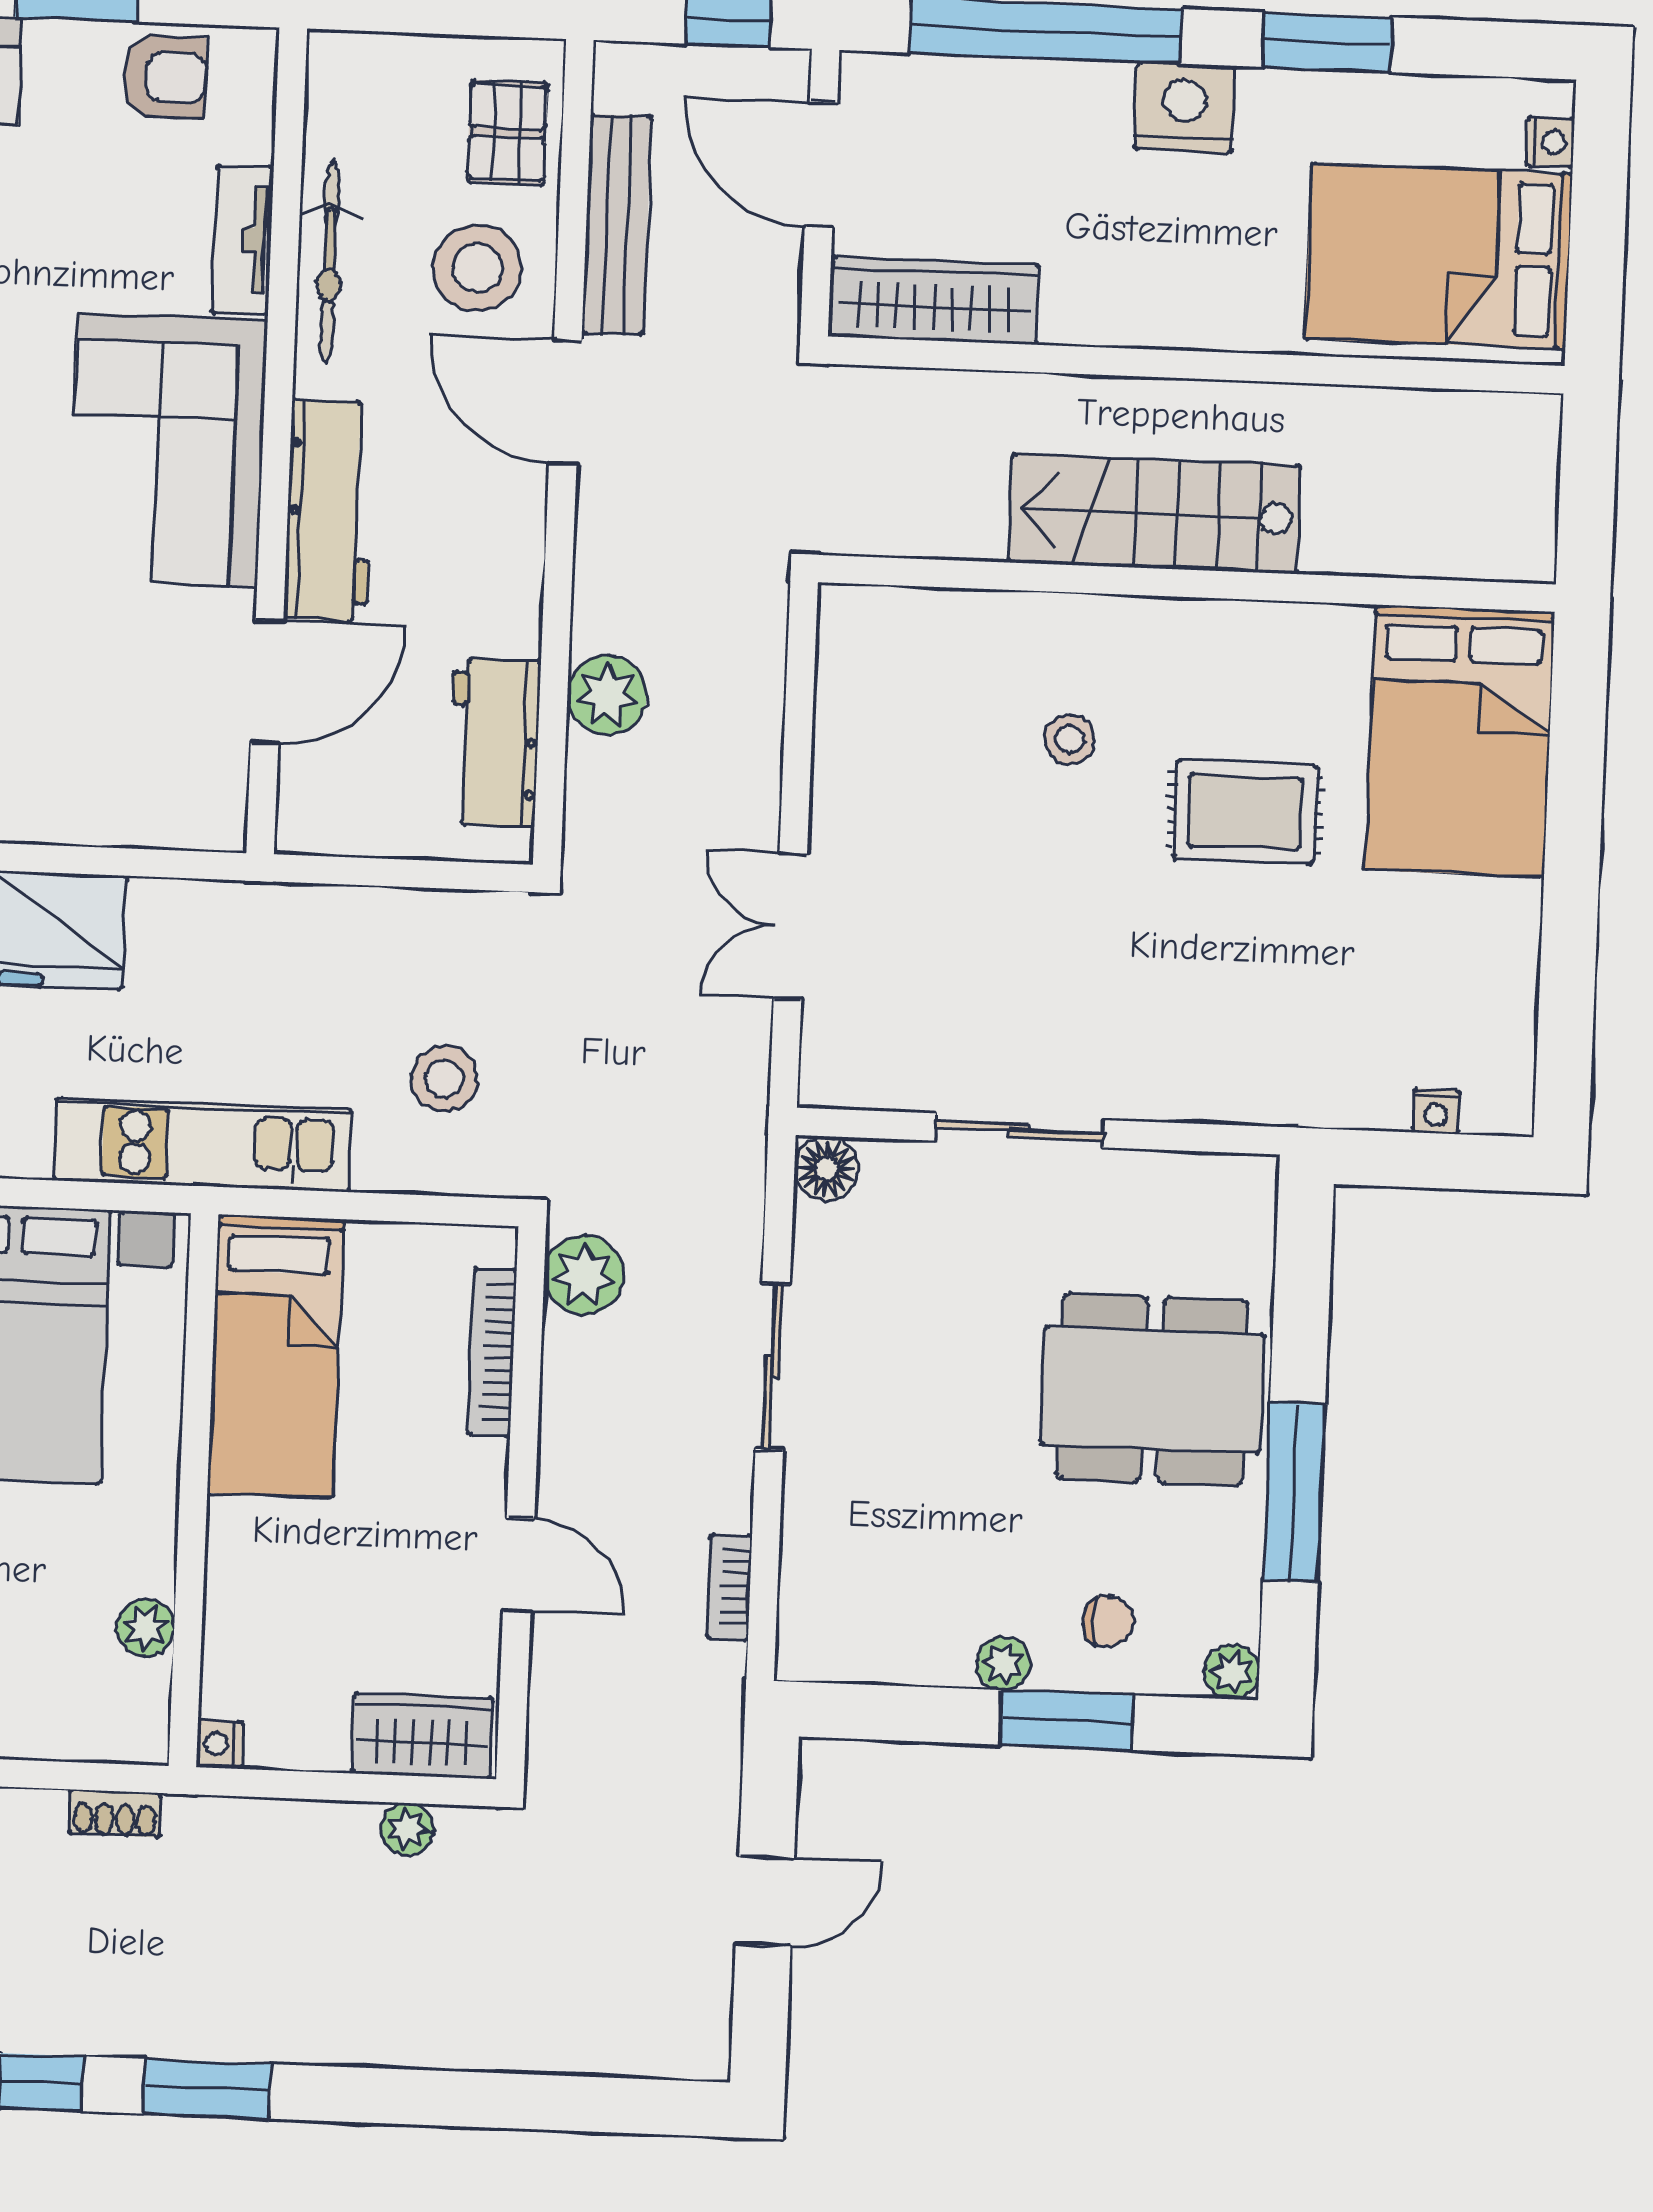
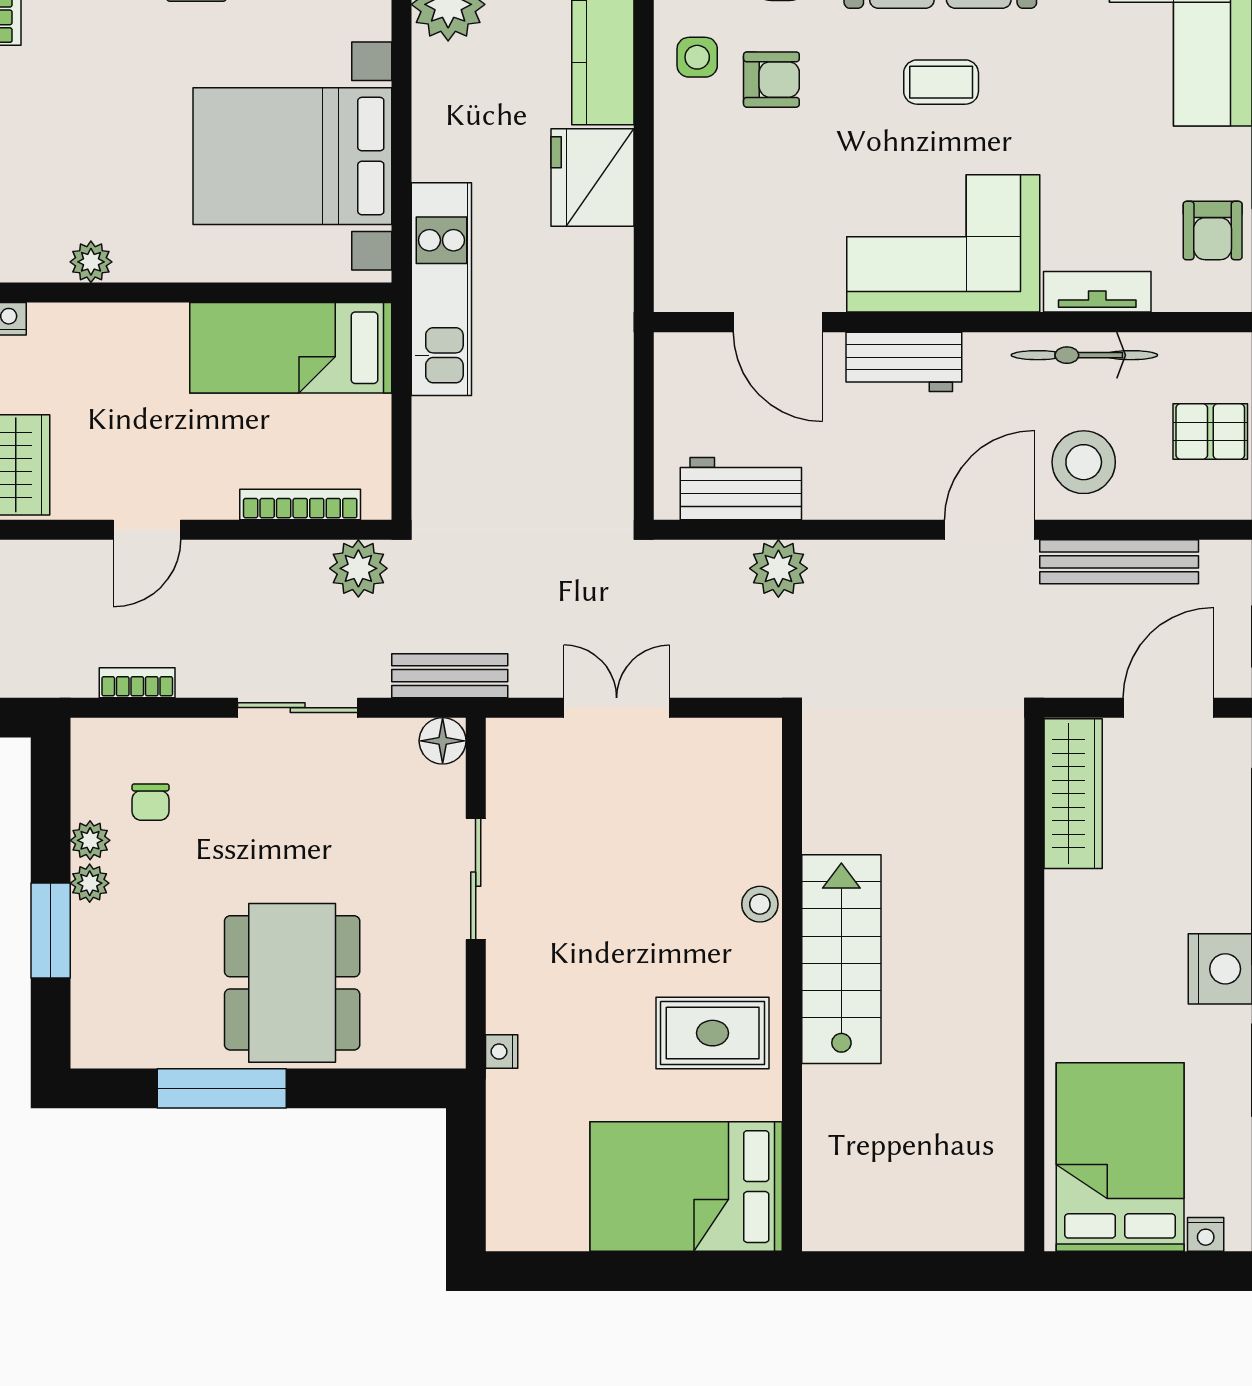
pallet: (507, 133) -> (1210, 431), moved
workbench: (329, 510) -> (904, 362), width x0.73
stairs: (1155, 514) -> (841, 959), moved
wall: (1187, 583) -> (792, 984), moved
bed: (1460, 741) -> (686, 1187), moved
rug: (1245, 812) -> (713, 1033), turned 90
stool: (444, 1079) -> (496, 462), removed
nightstand: (1436, 1111) -> (502, 1052), moved
bench: (737, 1155) -> (450, 676), added
chair: (1108, 1621) -> (151, 802), moved
plant: (1232, 1672) -> (90, 840), moved

